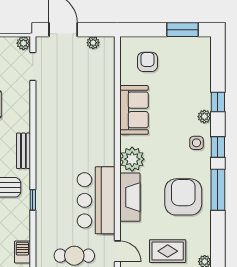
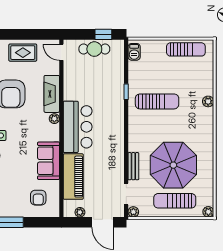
piano: (102, 89) -> (73, 177), added
bench: (23, 151) -> (133, 166), moved
plant: (132, 159) -> (54, 119), width x0.53, depth x0.53
bar counter: (96, 200) -> (78, 127), moved

